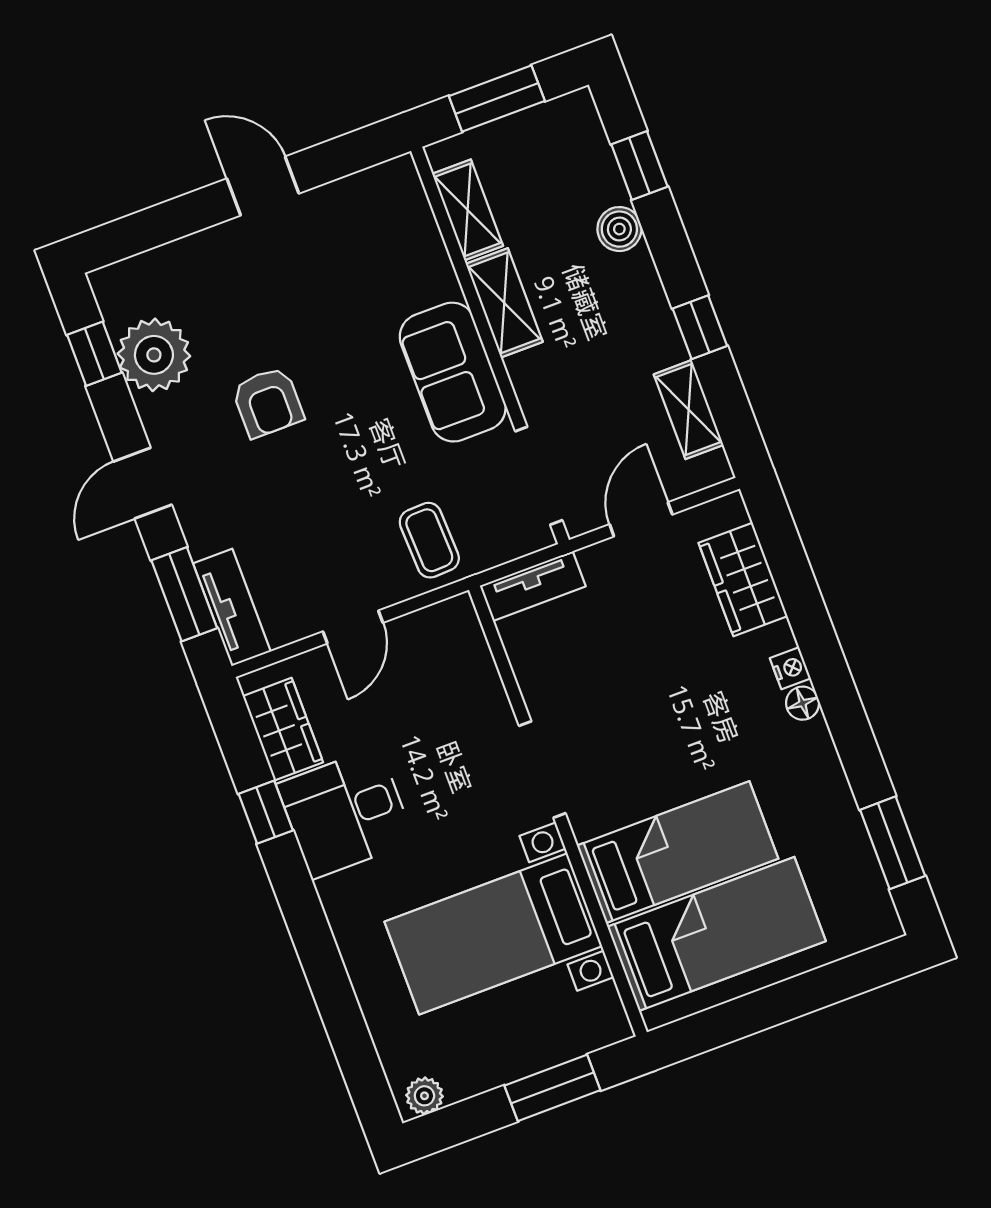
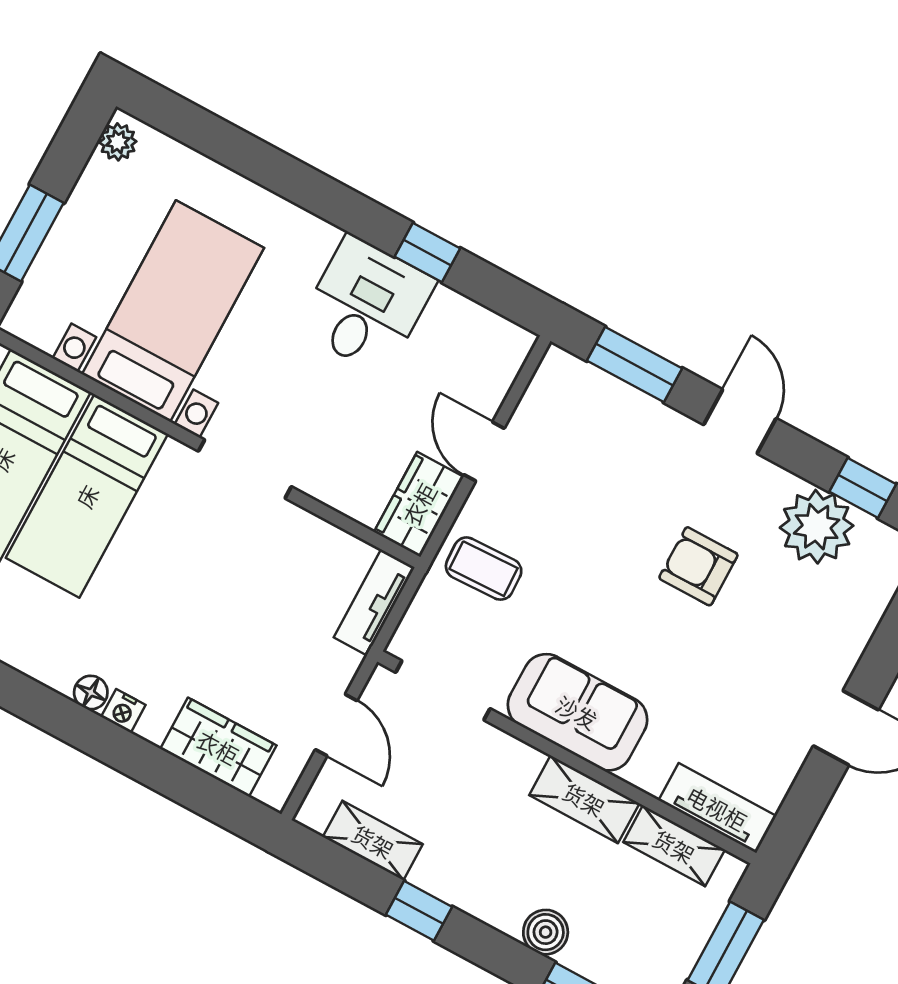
tv unit: (232, 607) -> (717, 808), moved, turned 180
wardrobe: (283, 729) -> (419, 504), moved, turned 90

